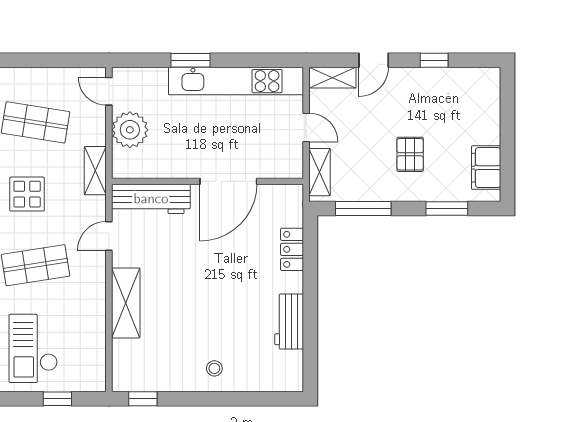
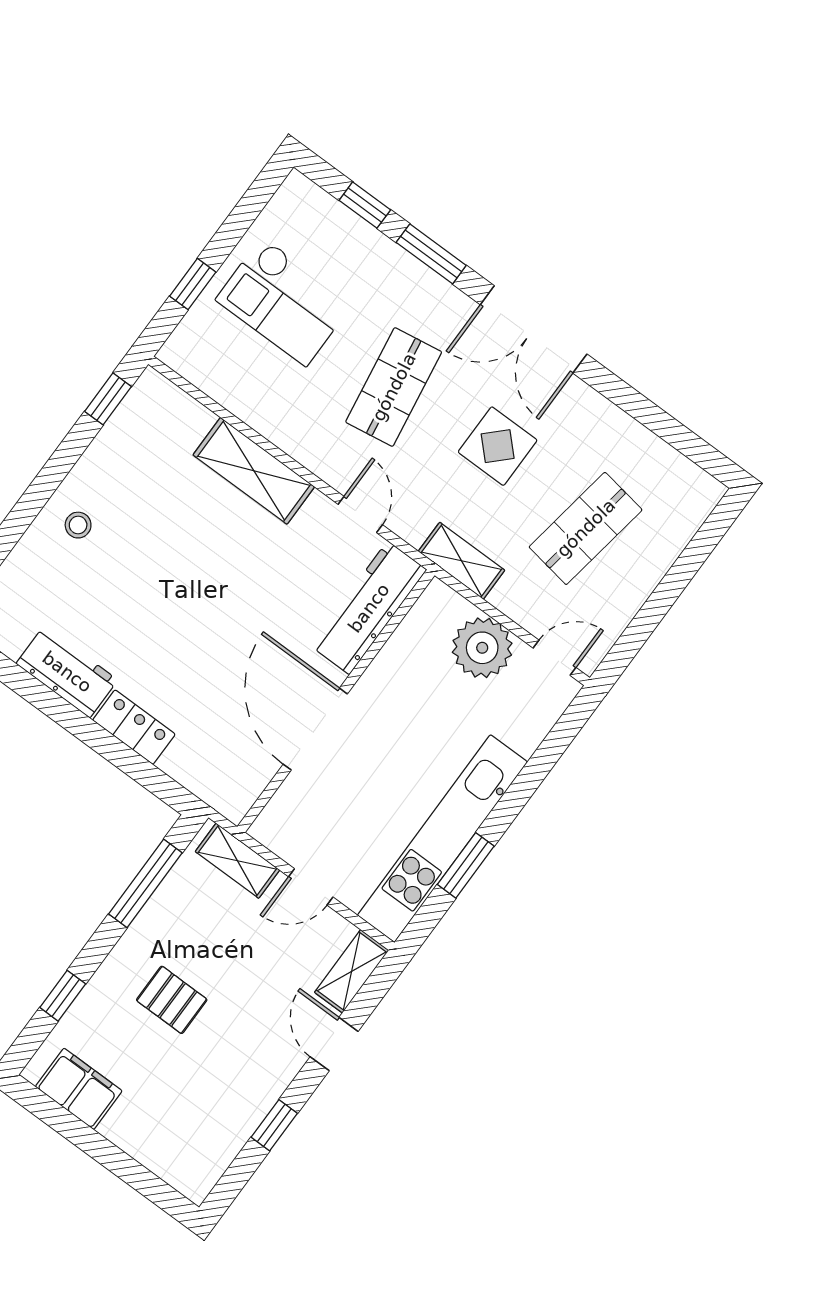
window: (191, 60) -> (466, 865), moved
window: (447, 208) -> (63, 996), width x0.67
locker: (292, 249) -> (134, 727), moved
checkout: (33, 348) -> (284, 302), turned 180

